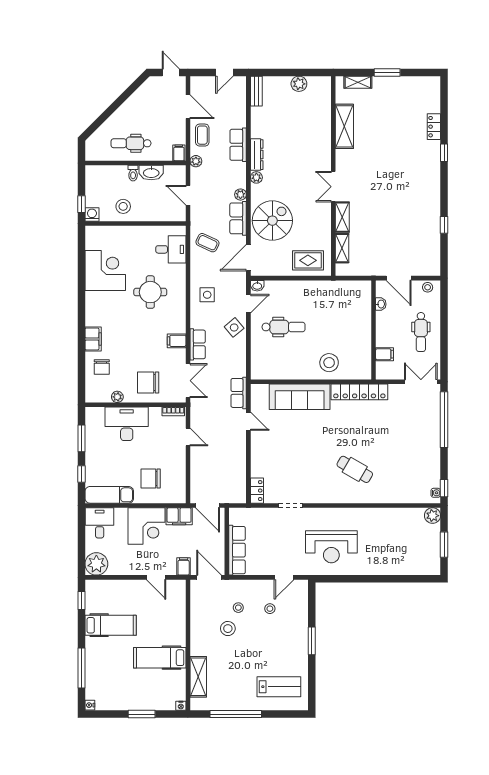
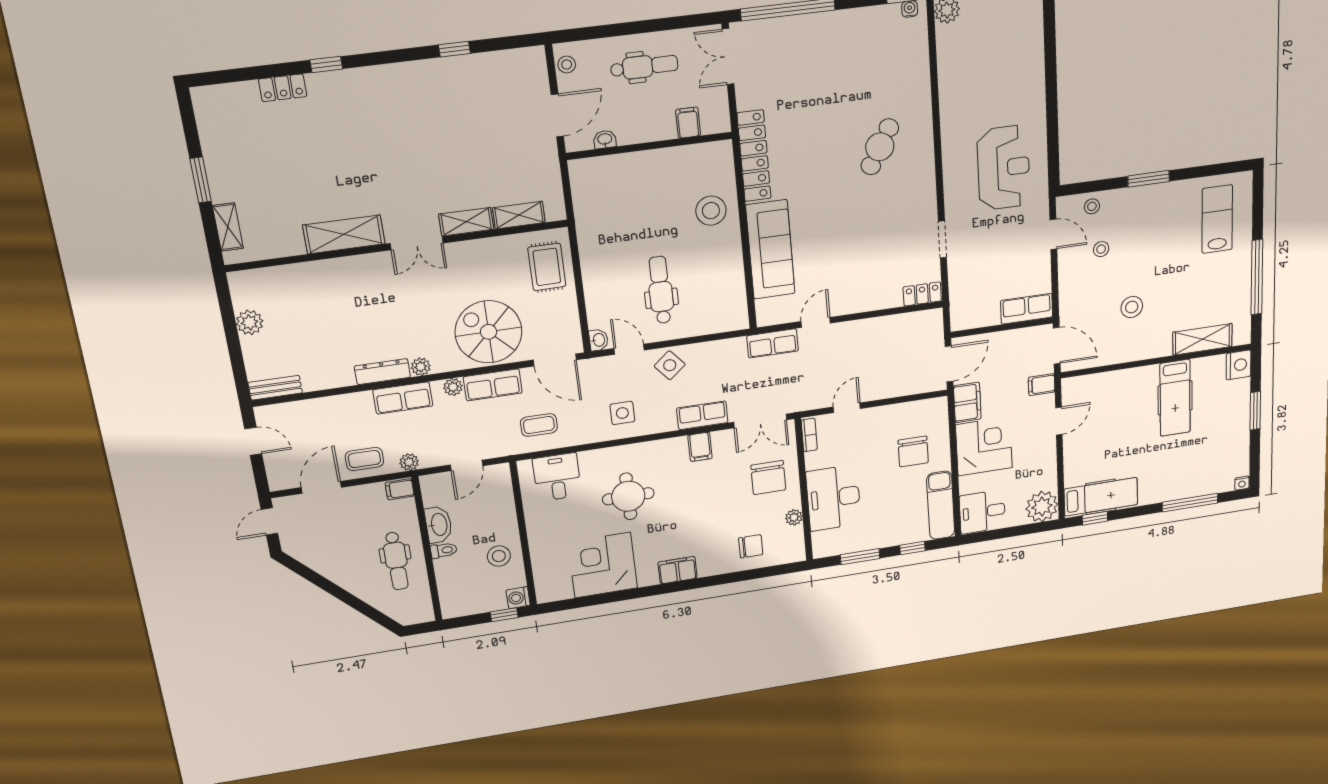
shelving: (344, 126) -> (344, 234), moved
row of seats: (238, 145) -> (403, 398), moved
coffee table: (207, 243) -> (539, 425), turned 65
filing cabinet: (93, 339) -> (678, 570), moved
double door: (188, 381) -> (760, 421), swing flipped
row of seats: (237, 550) -> (1027, 309), width x0.68
door: (209, 577) -> (1057, 346), swing flipped
stool: (238, 608) -> (1092, 206), moved
hospital bed: (111, 625) -> (1101, 497), moved, turned 90
nightstand: (181, 706) -> (1239, 365), width x1.89, depth x1.79

